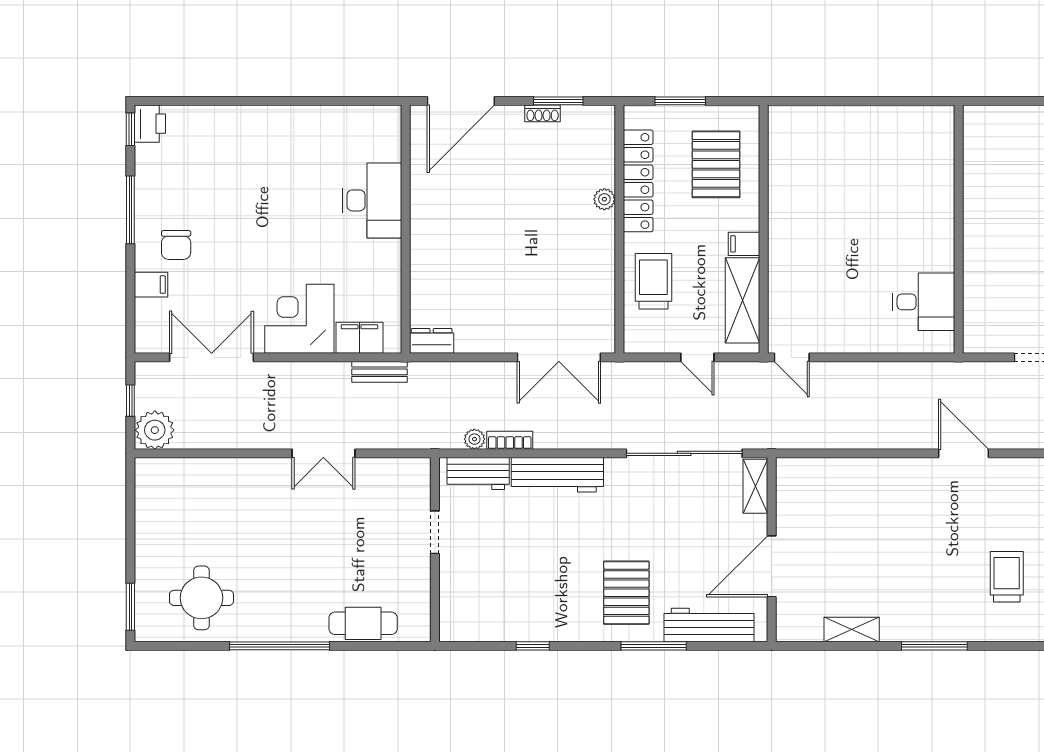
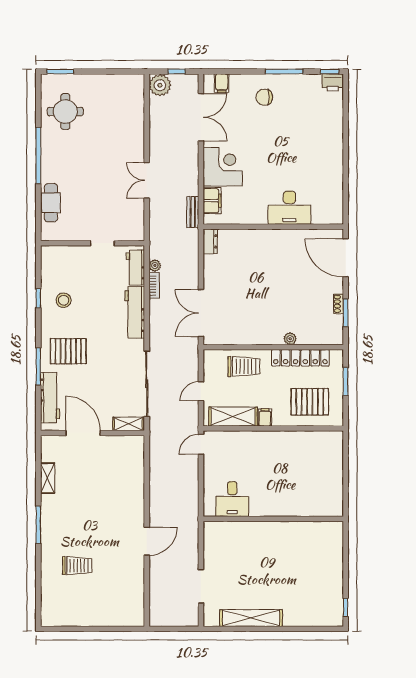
wall: (959, 229) -> (273, 519), moved
filing cabinet: (151, 285) -> (222, 83), moved
desk: (923, 302) -> (232, 499), moved
stool: (536, 601) -> (64, 300), added

